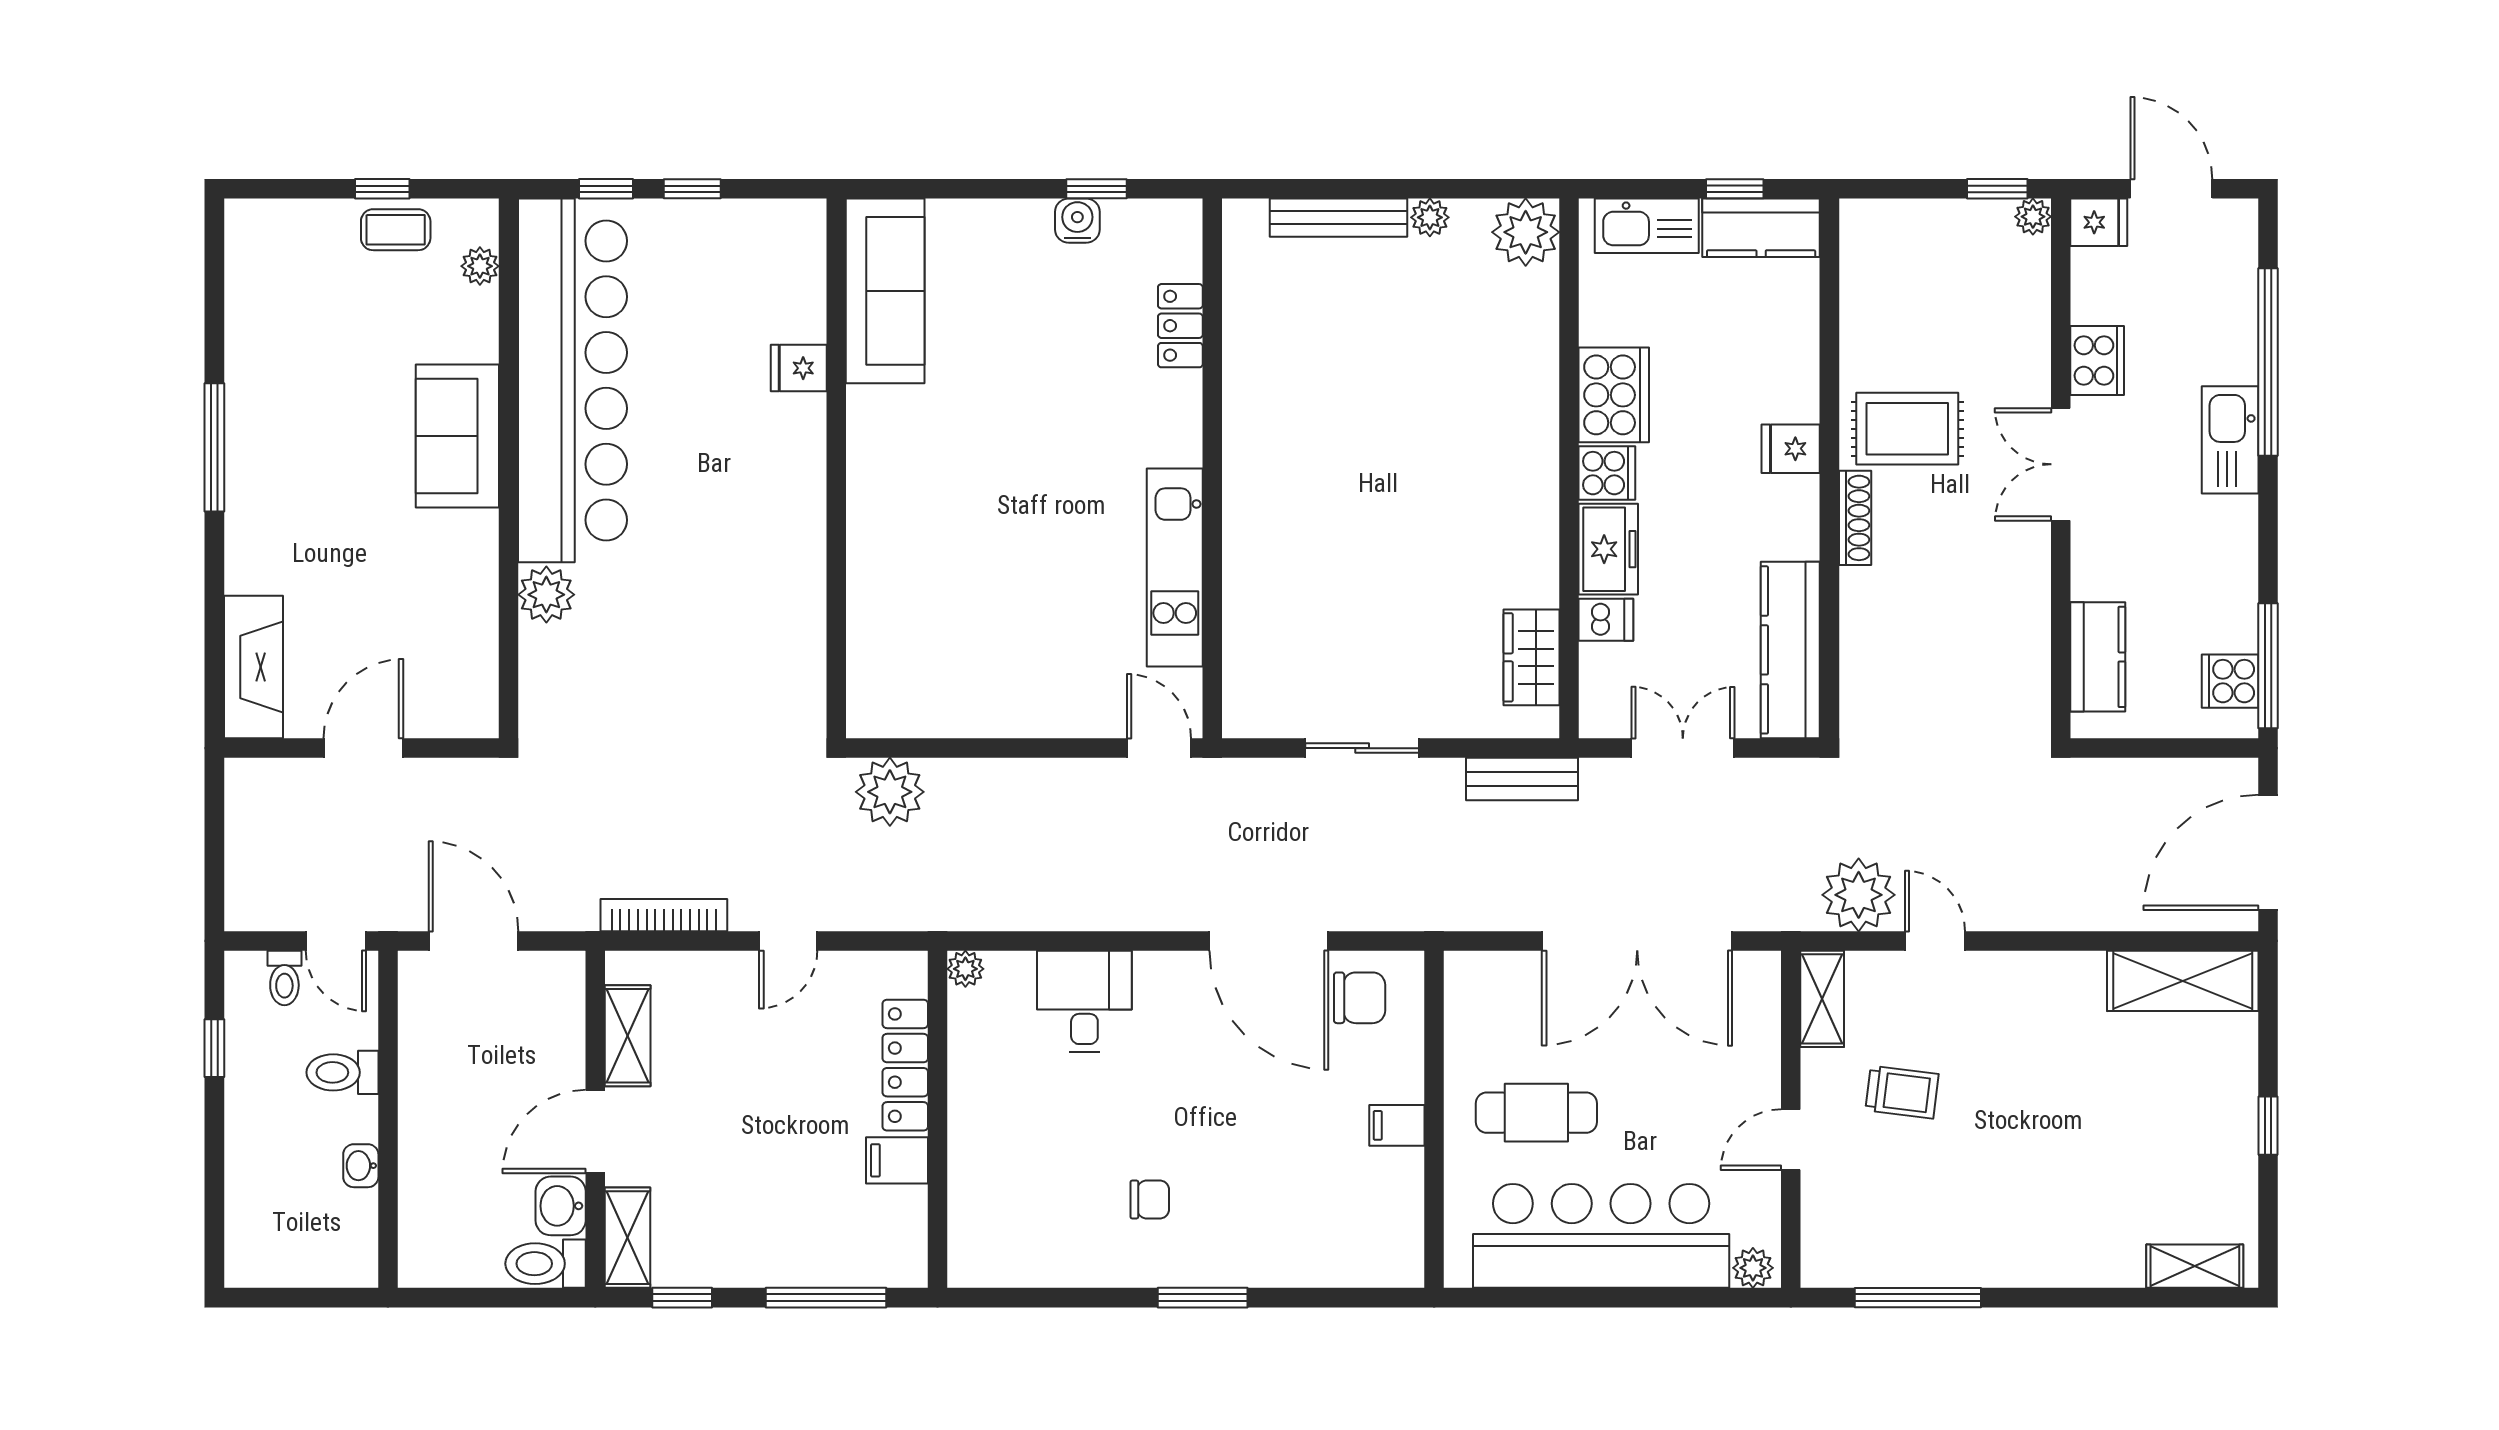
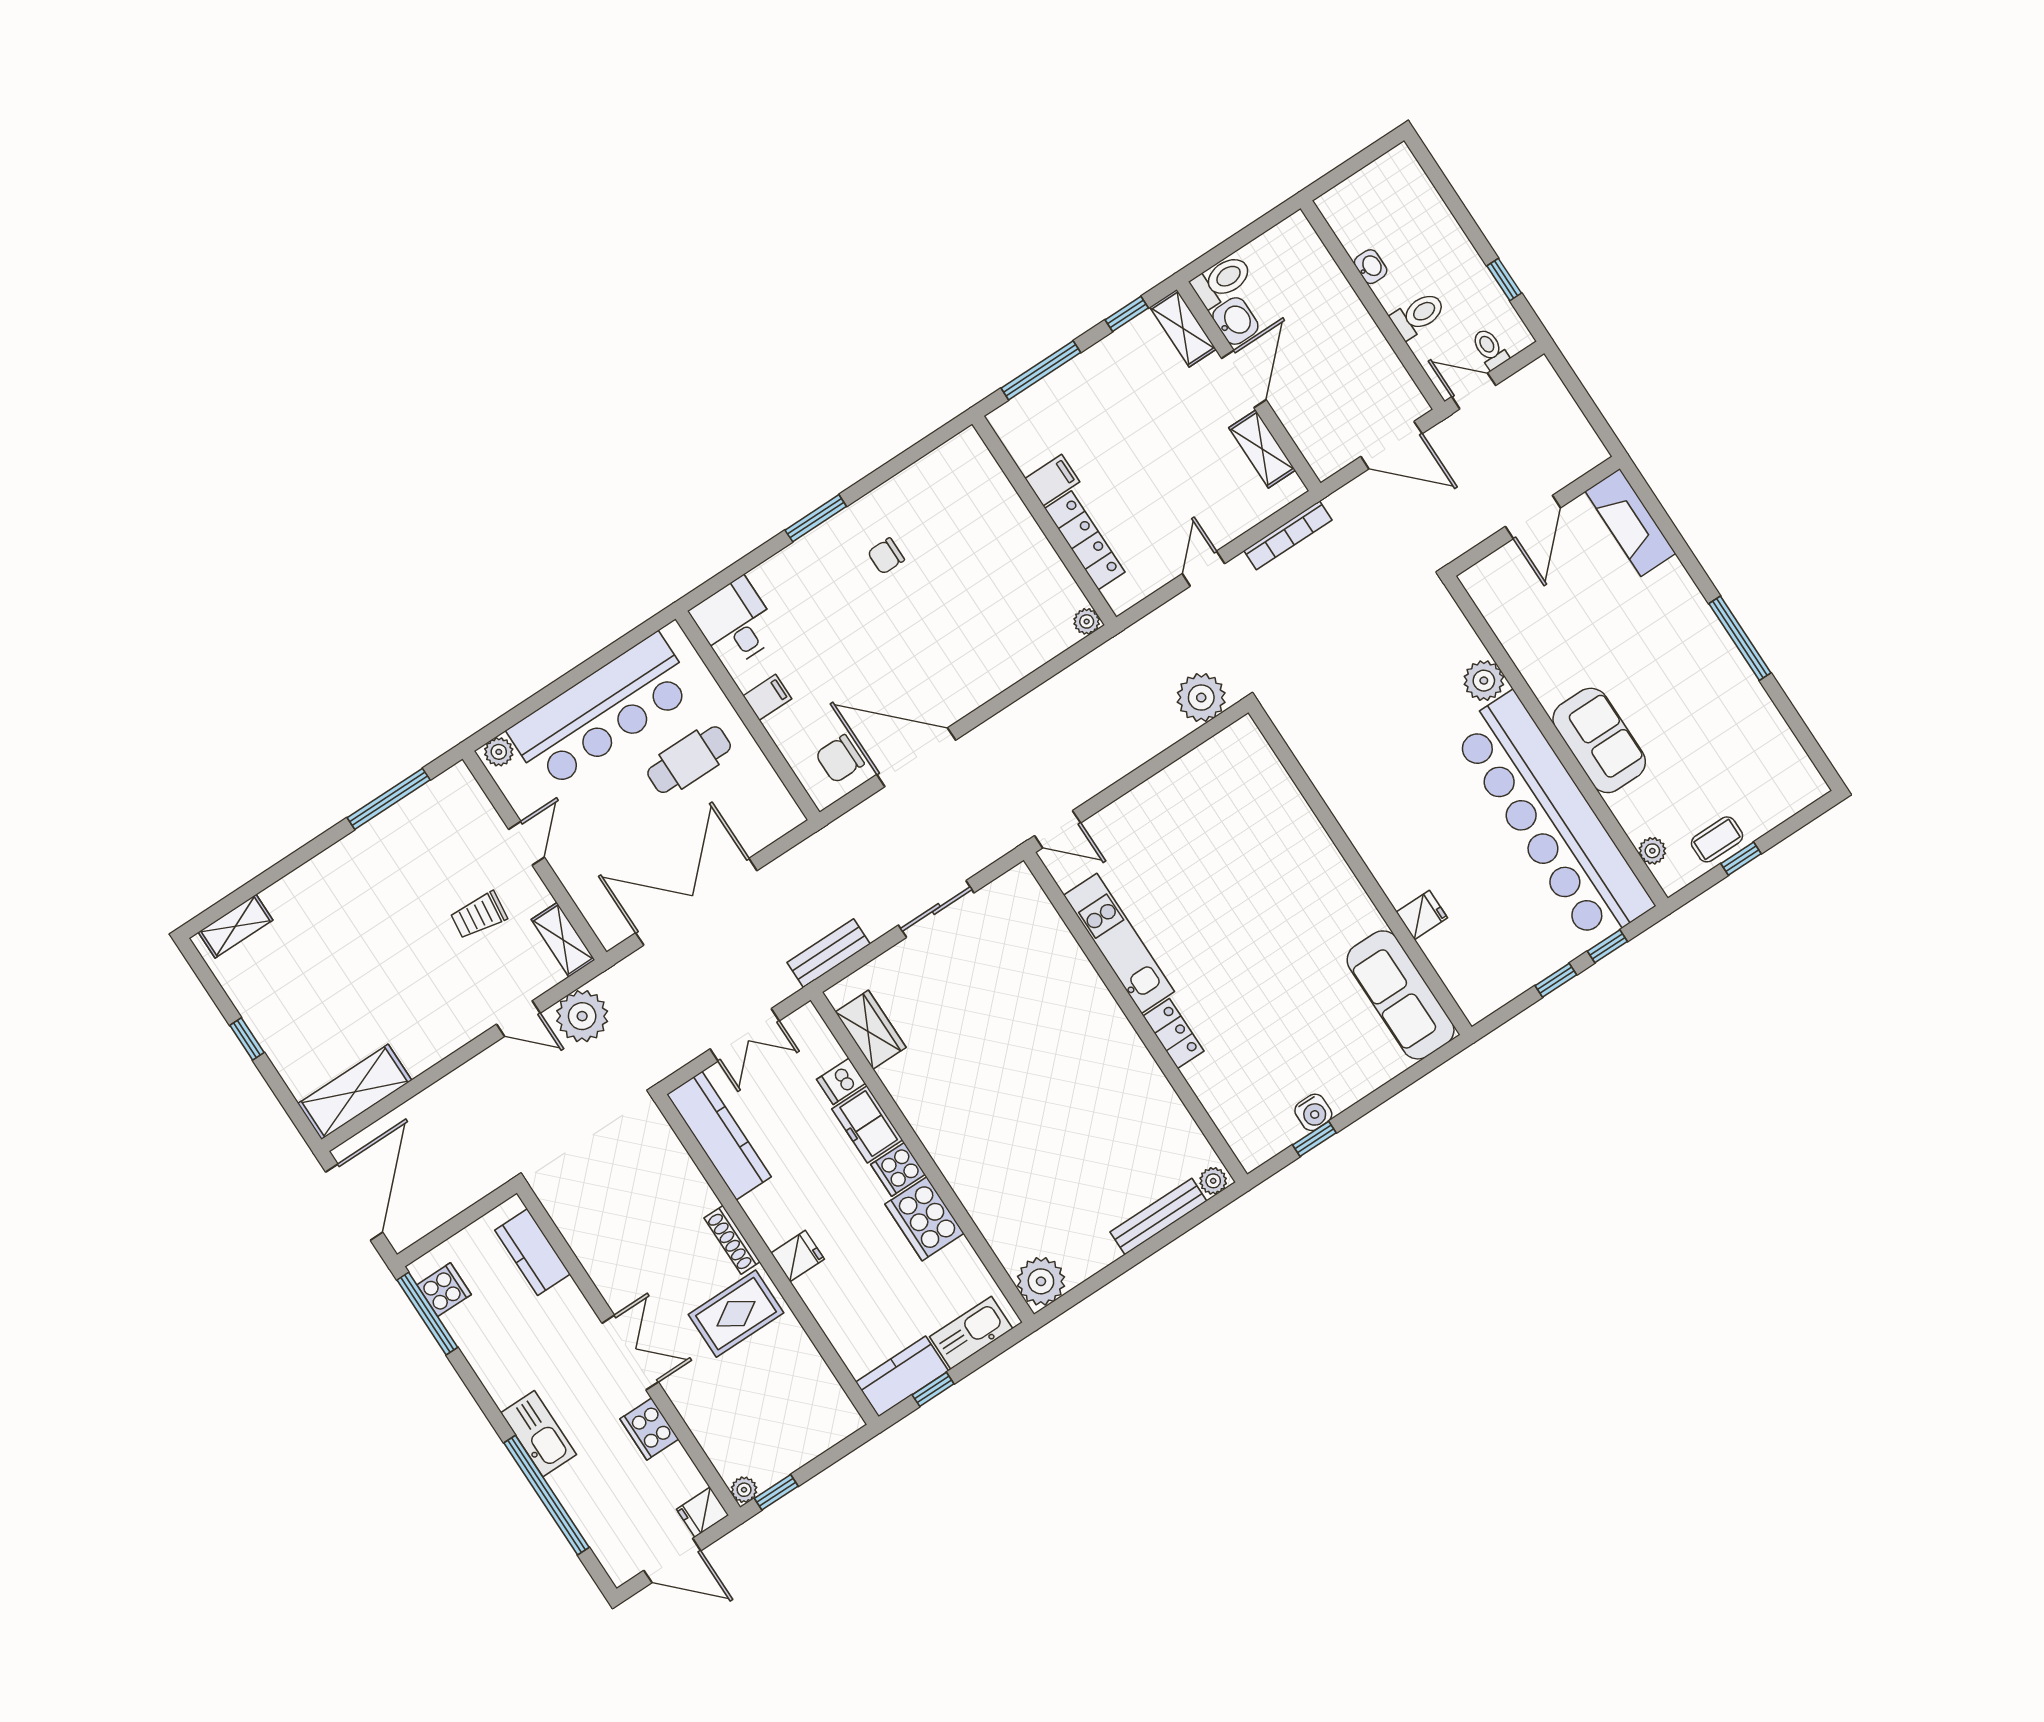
plant: (1430, 217) -> (1213, 1181), moved
locker: (1180, 326) -> (1173, 1033), moved
desk: (1084, 1001) -> (735, 623), moved, turned 180

